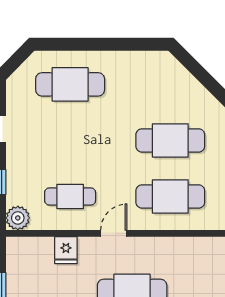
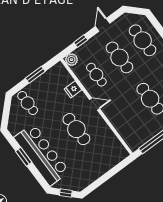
cafe table: (170, 196) -> (119, 57), moved

